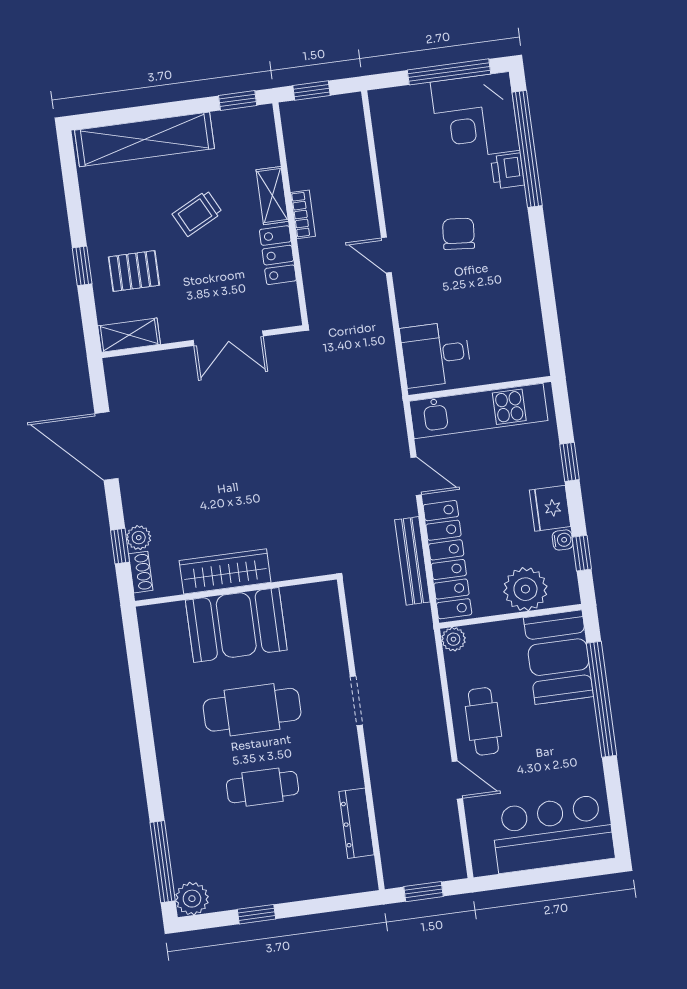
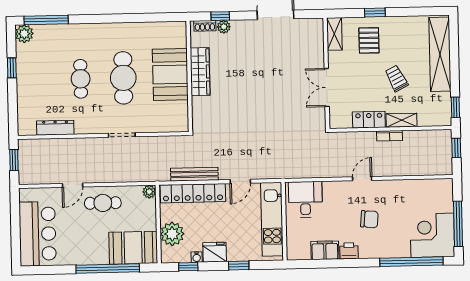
printer: (508, 171) -> (349, 251), moved
filing cabinet: (524, 308) -> (325, 250), added

